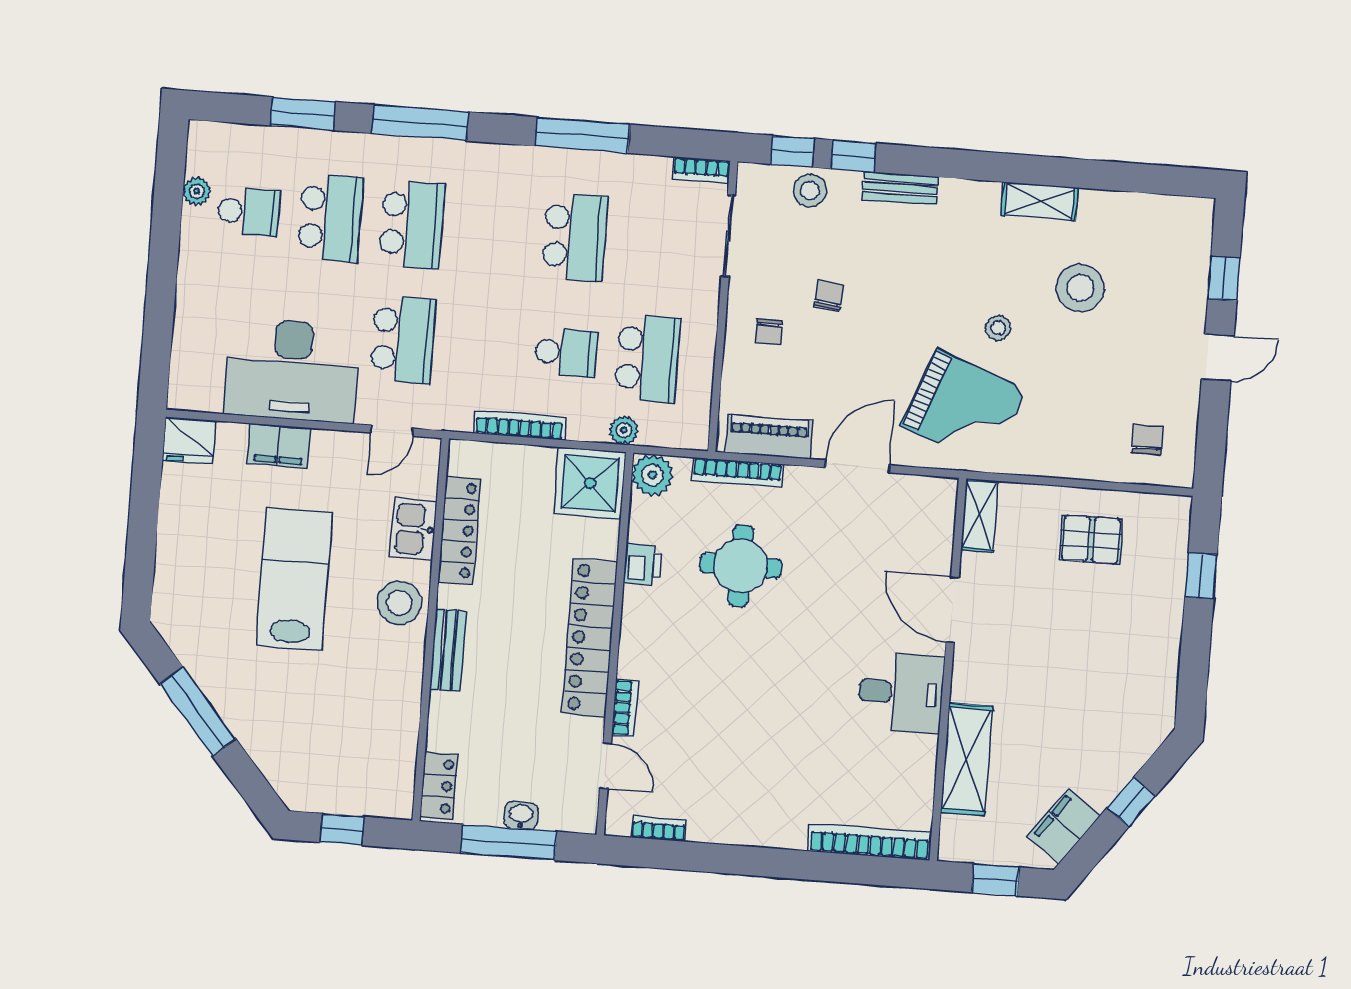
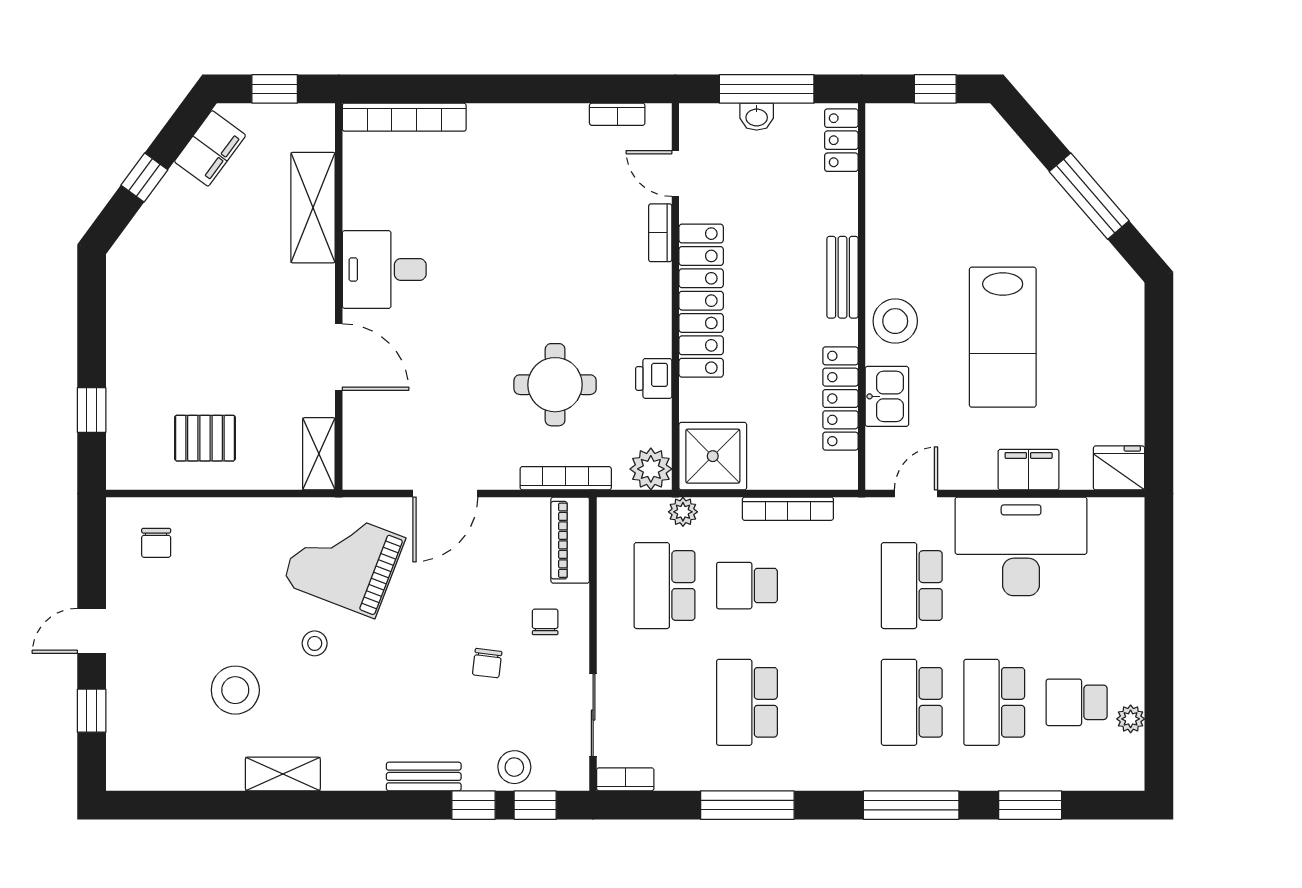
piano: (769, 437) -> (570, 540), moved, turned 90

